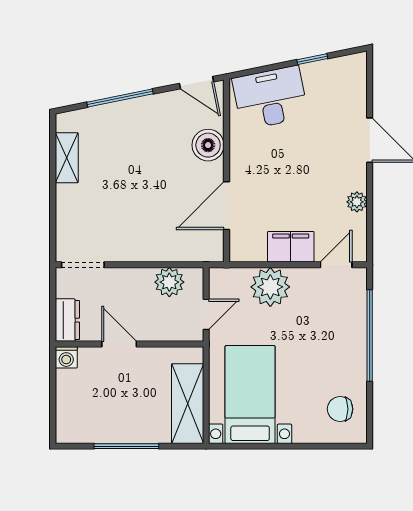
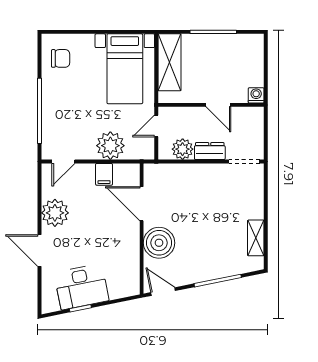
desk: (270, 98) -> (81, 287), moved
boiler: (208, 145) -> (159, 243), width x1.37, depth x1.37
plant: (357, 202) -> (55, 213), width x1.87, depth x1.87
door: (227, 206) -> (142, 204), swing flipped
filing cabinet: (291, 247) -> (104, 174), width x0.50
dresser: (67, 320) -> (210, 151), moved, turned 90

